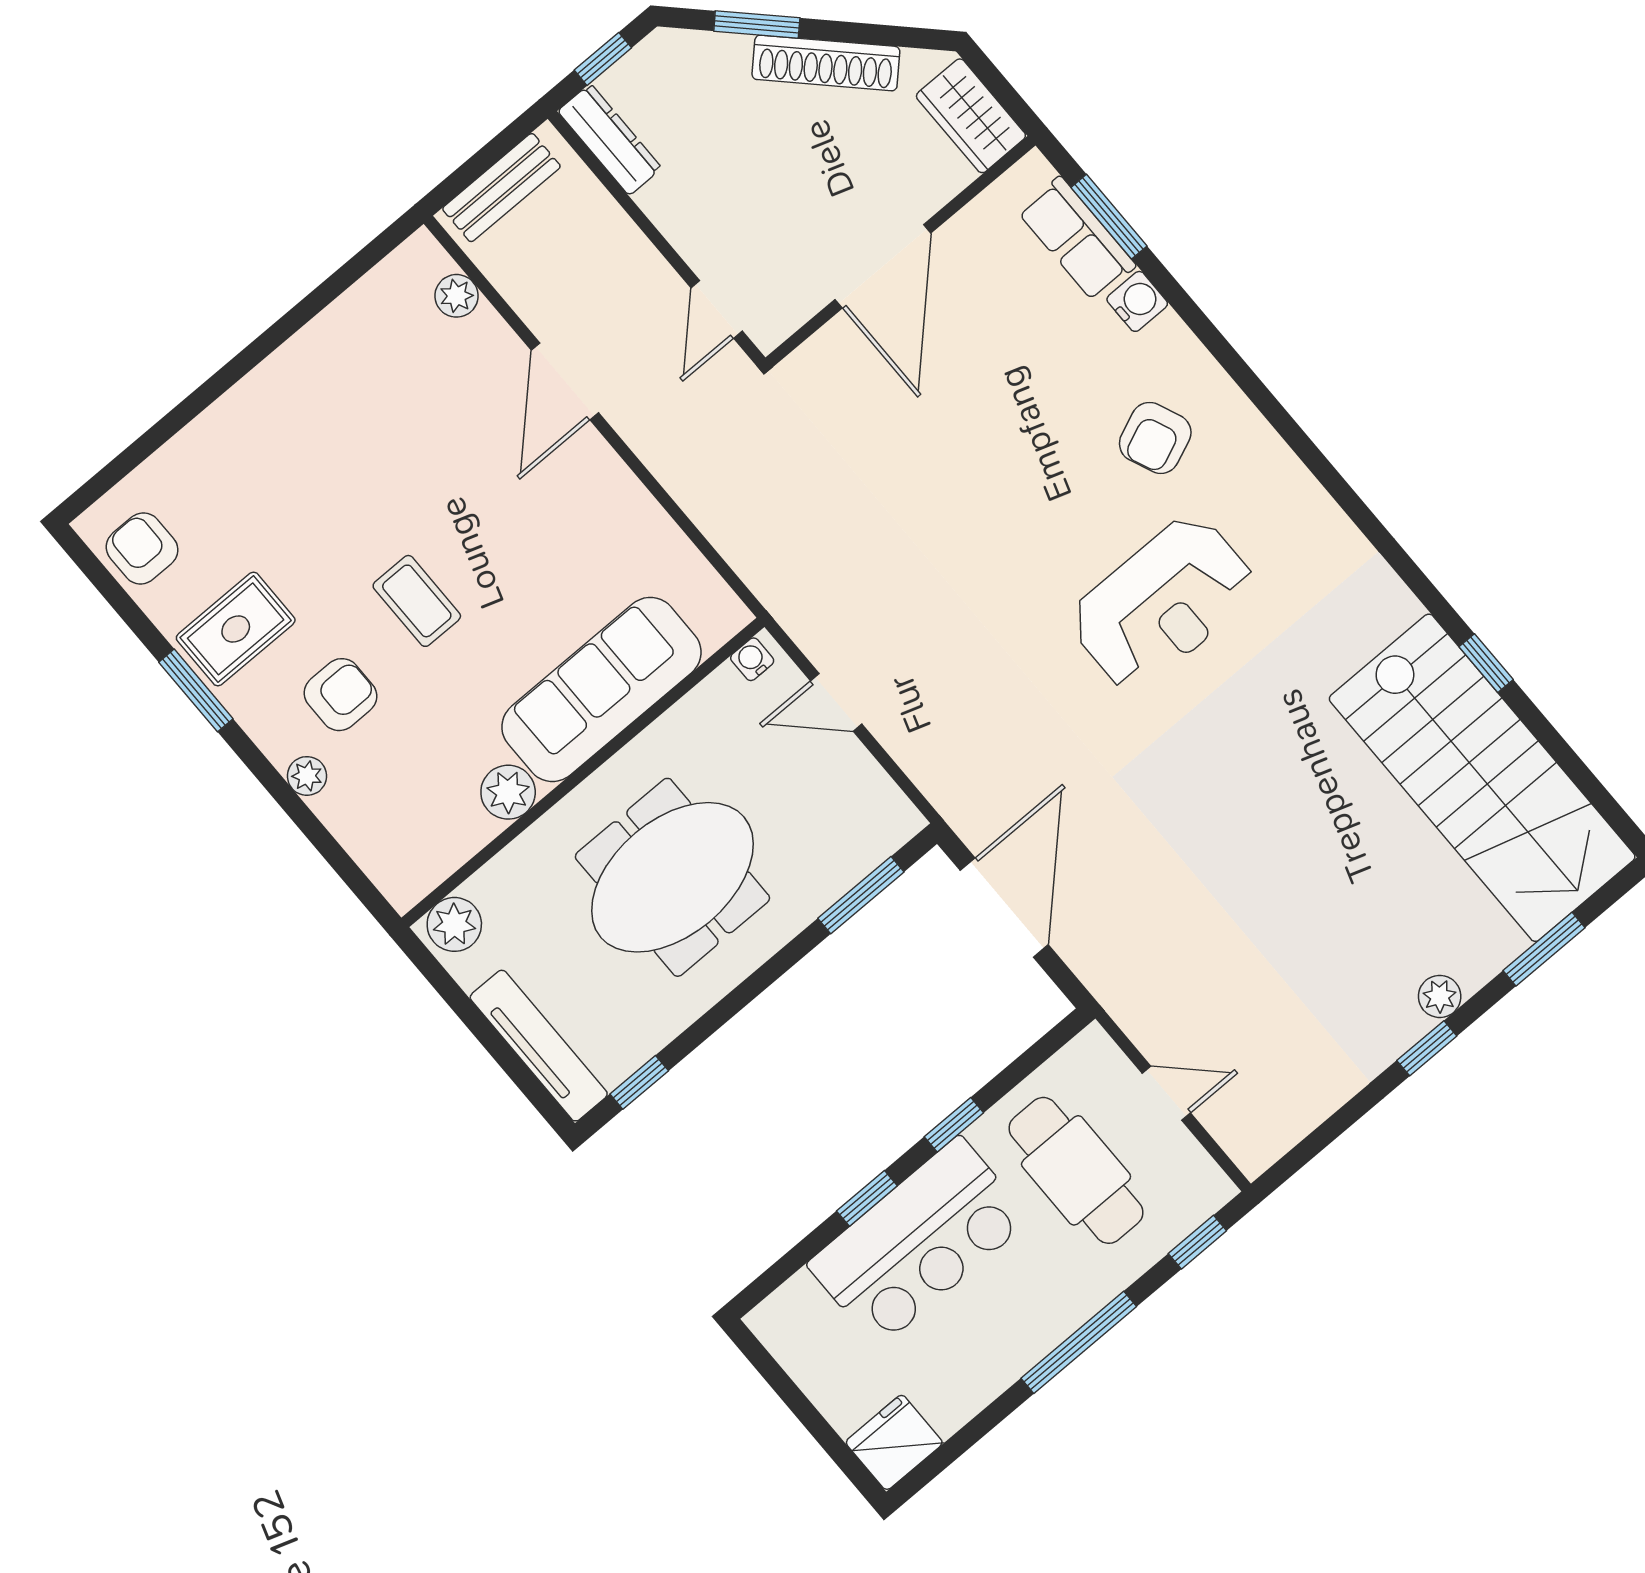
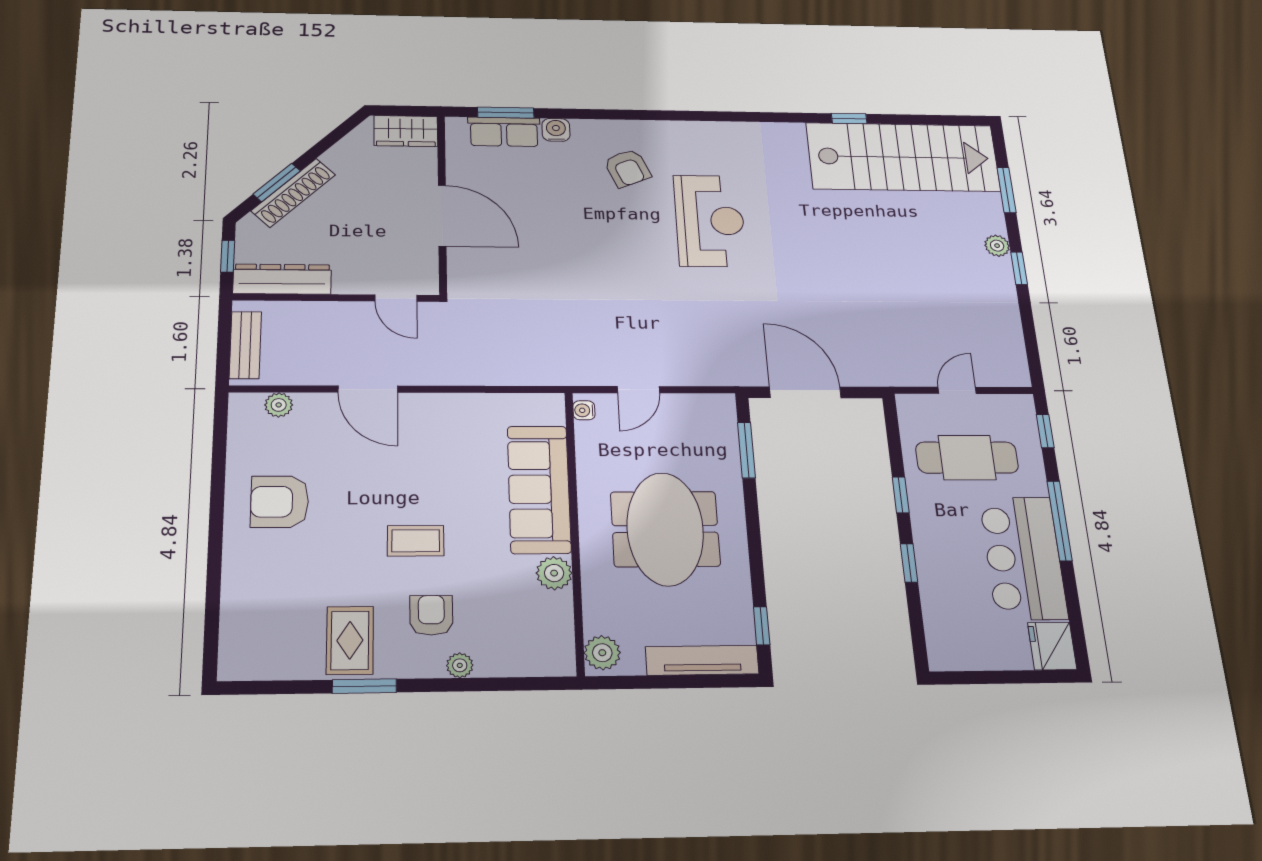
shoe rack: (826, 63) -> (293, 193), moved
dresser: (610, 139) -> (282, 279), width x1.37, depth x1.24
armchair: (142, 548) -> (280, 502), moved, width x1.38, depth x1.38
bar counter: (919, 1242) -> (1023, 558), moved, turned 180

